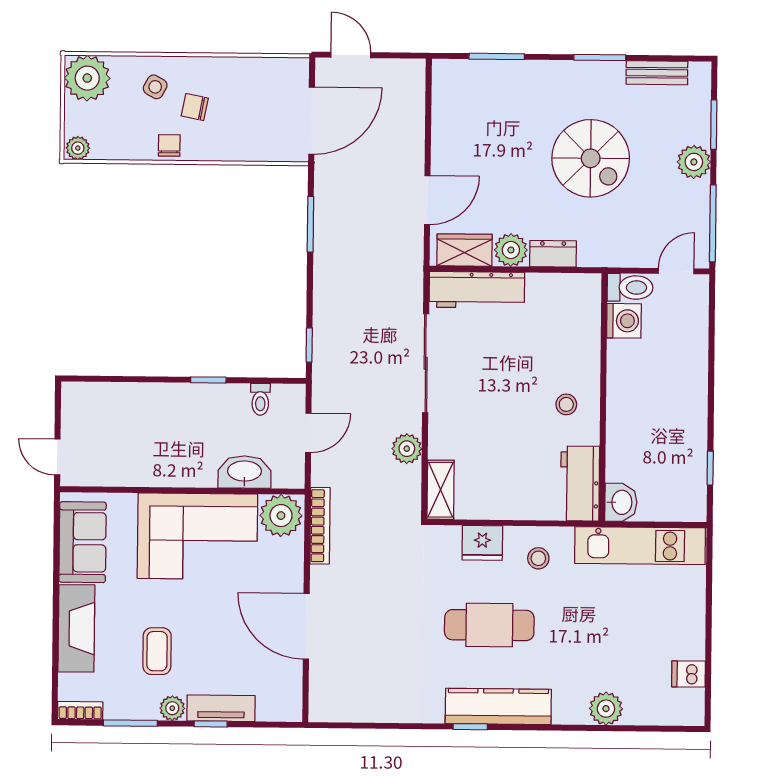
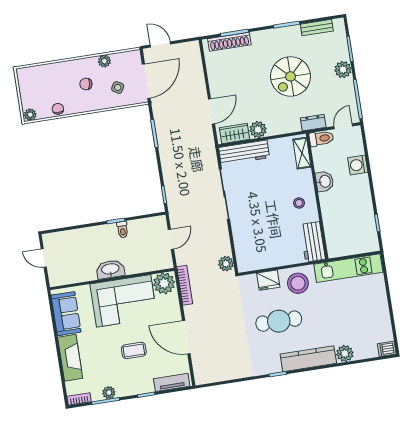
shoe rack: (484, 72) -> (229, 42), added
plant: (87, 78) -> (104, 61), moved, width x0.53, depth x0.53
side table: (155, 87) -> (118, 87), moved
chair: (169, 145) -> (58, 109), moved
spiral stairs: (591, 158) -> (291, 76), turned 90
dresser: (553, 254) -> (313, 123), moved
washing machine: (624, 321) -> (358, 165), moved, turned 180
toilet: (260, 399) -> (123, 230), moved
plant: (407, 449) -> (226, 264), moved
door: (57, 457) -> (44, 258), moved
washbasin: (244, 472) -> (110, 269), moved
shelving: (441, 490) -> (302, 153), moved
washbasin: (621, 502) -> (325, 181), moved
stool: (538, 558) -> (298, 283), width x1.89, depth x1.89
coffee table: (157, 651) -> (134, 350), moved, turned 90
dishwasher: (688, 674) -> (387, 349), moved
kitchen counter: (498, 706) -> (308, 359), moved
plant: (172, 708) -> (109, 393), moved
tv unit: (221, 708) -> (172, 382), moved

